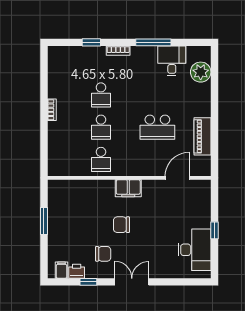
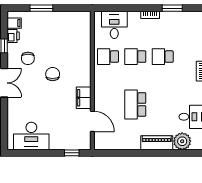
window: (44, 84) -> (172, 8), added
piano: (202, 136) -> (157, 143), moved
desk: (64, 152) -> (114, 25), added
filing cabinet: (128, 188) -> (84, 98), moved
window: (44, 221) -> (41, 8), moved
window: (214, 230) -> (72, 153), moved

